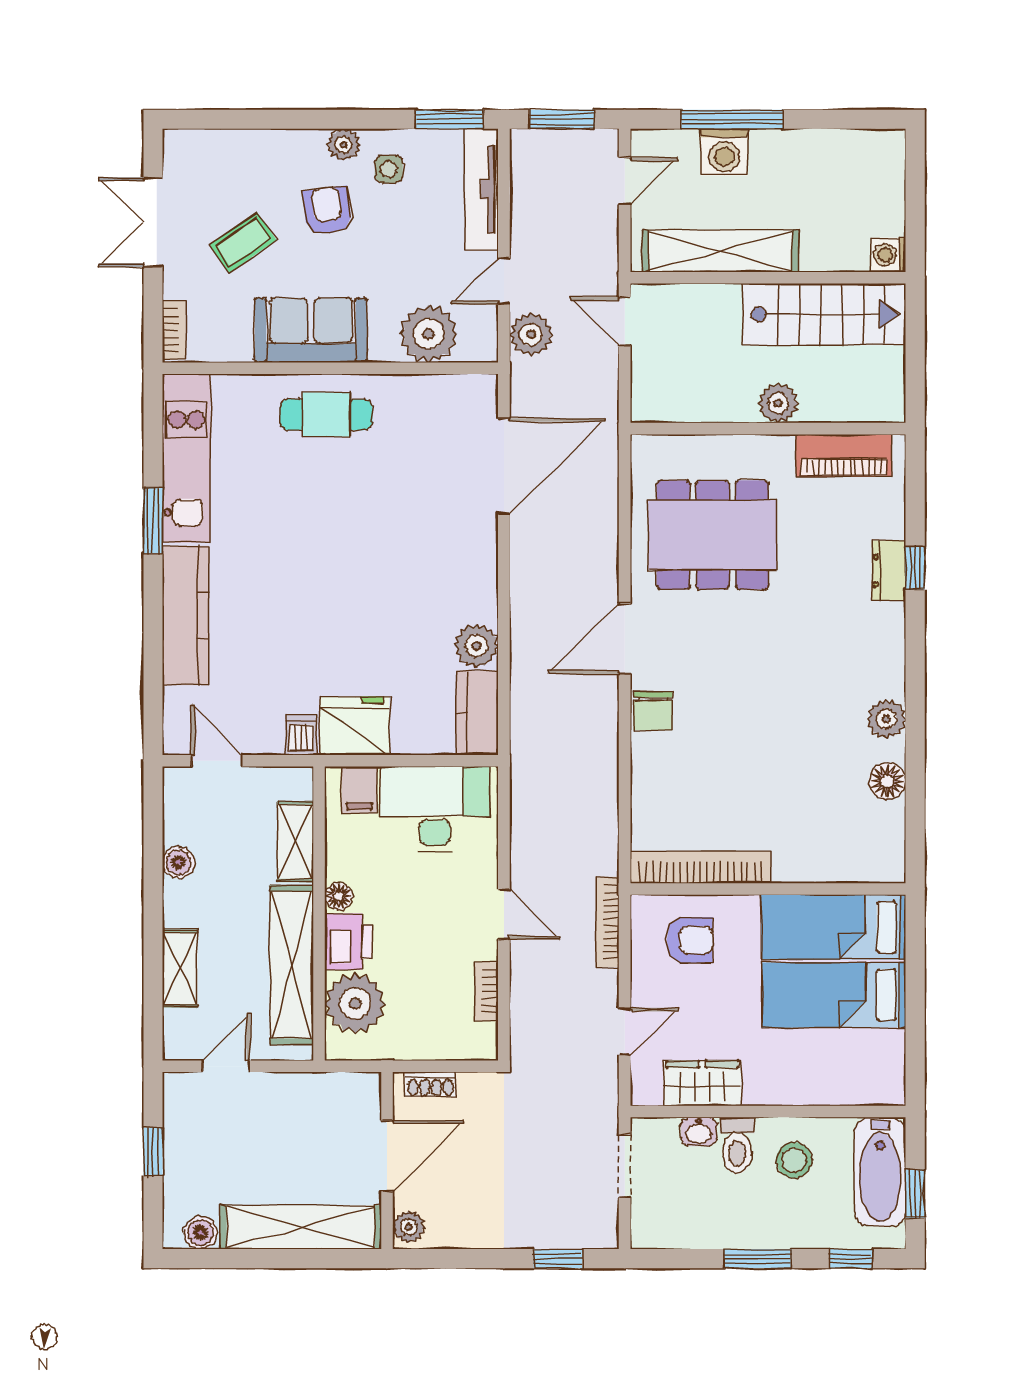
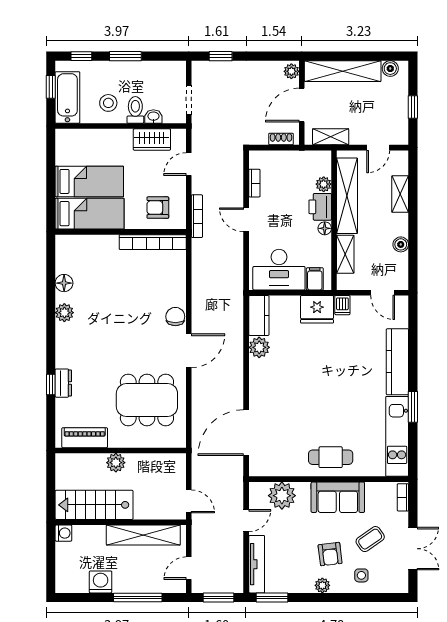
washing machine: (724, 152) -> (101, 582), moved
side table: (389, 169) -> (361, 575), moved
plant: (531, 334) -> (233, 495), removed
plant: (355, 1003) -> (324, 184), width x0.53, depth x0.53
shelving: (326, 1089) -> (331, 137), added

